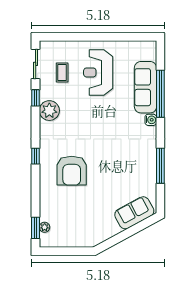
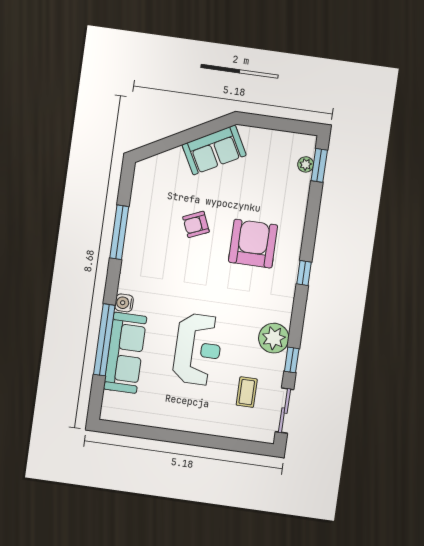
reception desk: (98, 72) -> (198, 349), moved
armchair: (111, 178) -> (196, 224), added
sofa: (134, 213) -> (214, 150), moved

